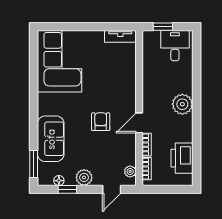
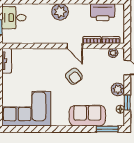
armchair: (101, 122) -> (74, 76), turned -126

